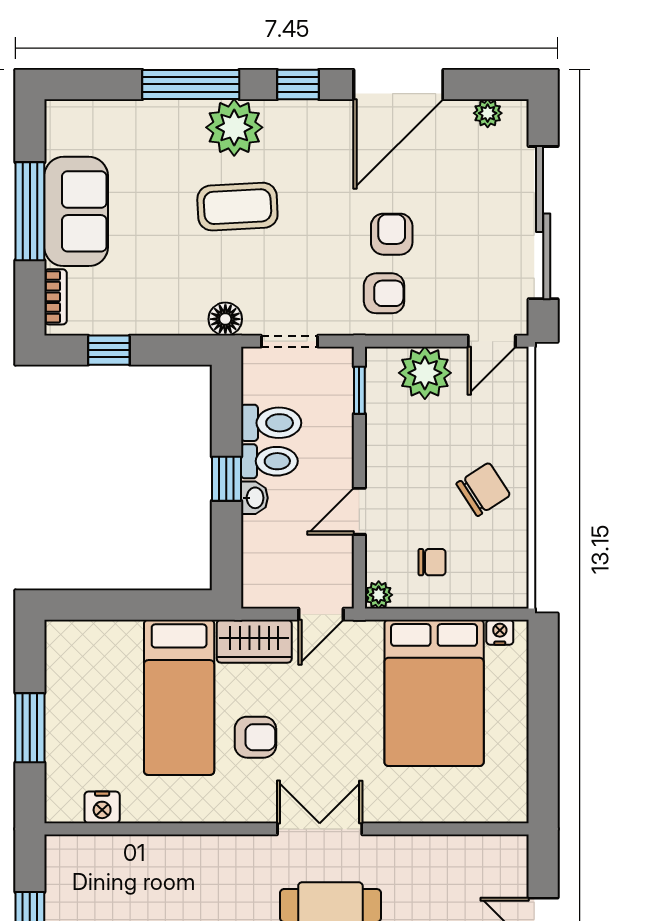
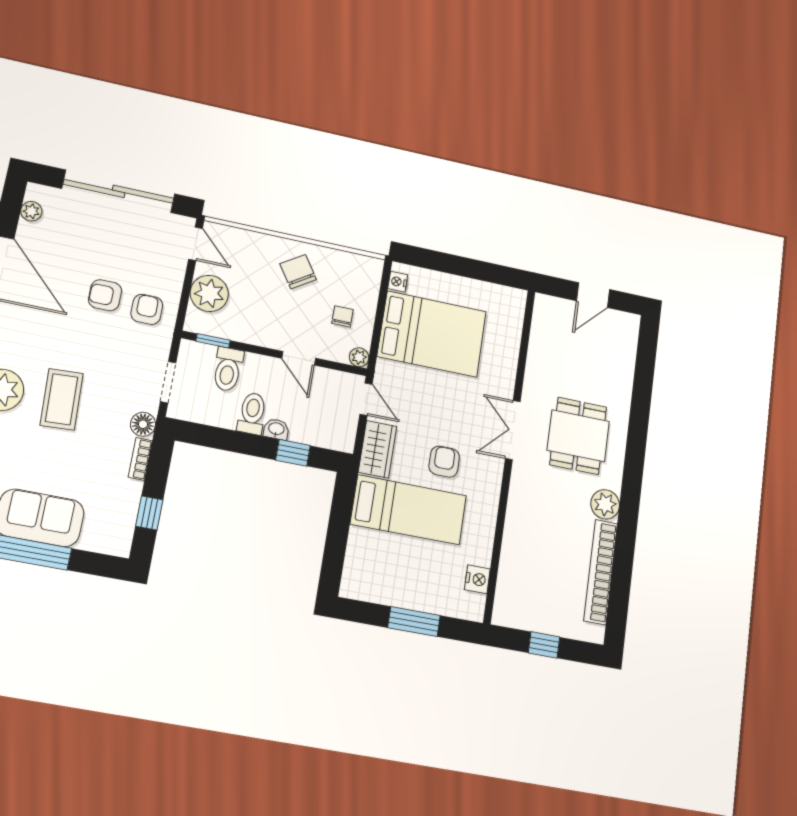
bookcase: (56, 297) -> (140, 459), moved, turned -90
toilet: (271, 423) -> (228, 369), moved, turned 180
window: (226, 479) -> (293, 453), moved

